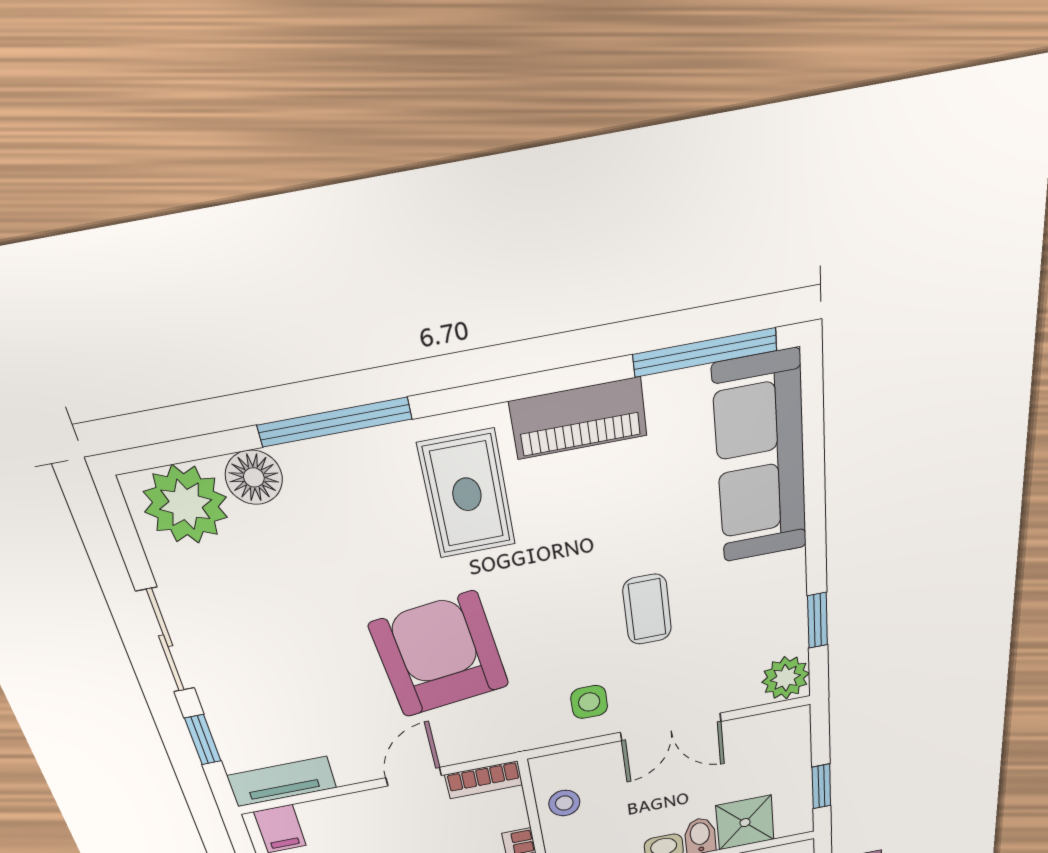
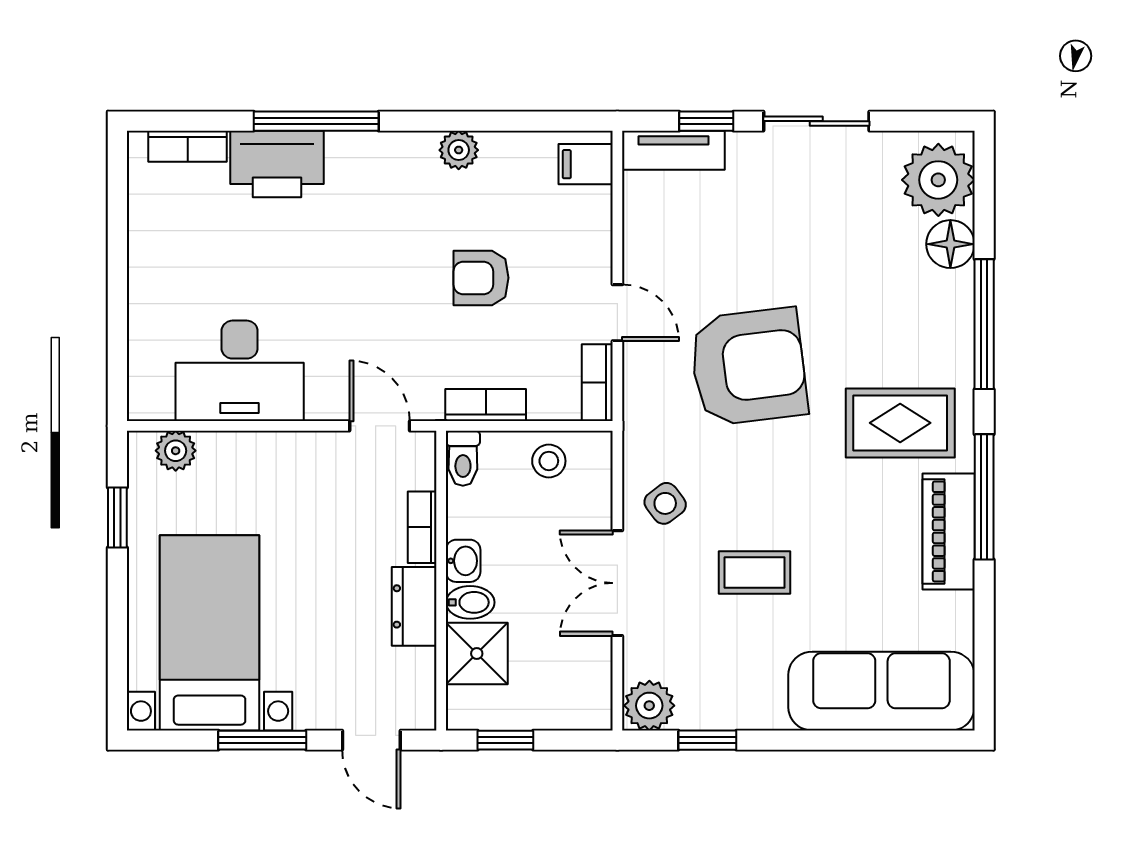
window: (705, 352) -> (984, 497), moved
side table: (589, 702) -> (665, 503), turned -37
tv unit: (282, 782) -> (673, 150), moved, turned 90

